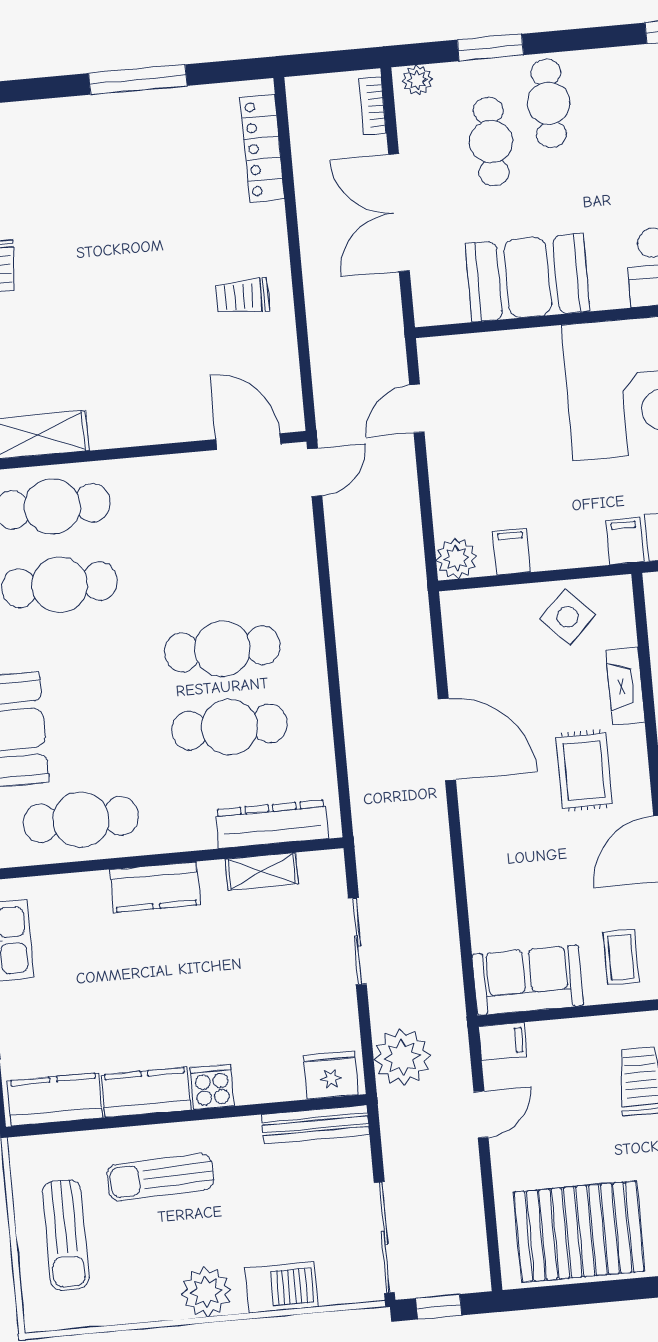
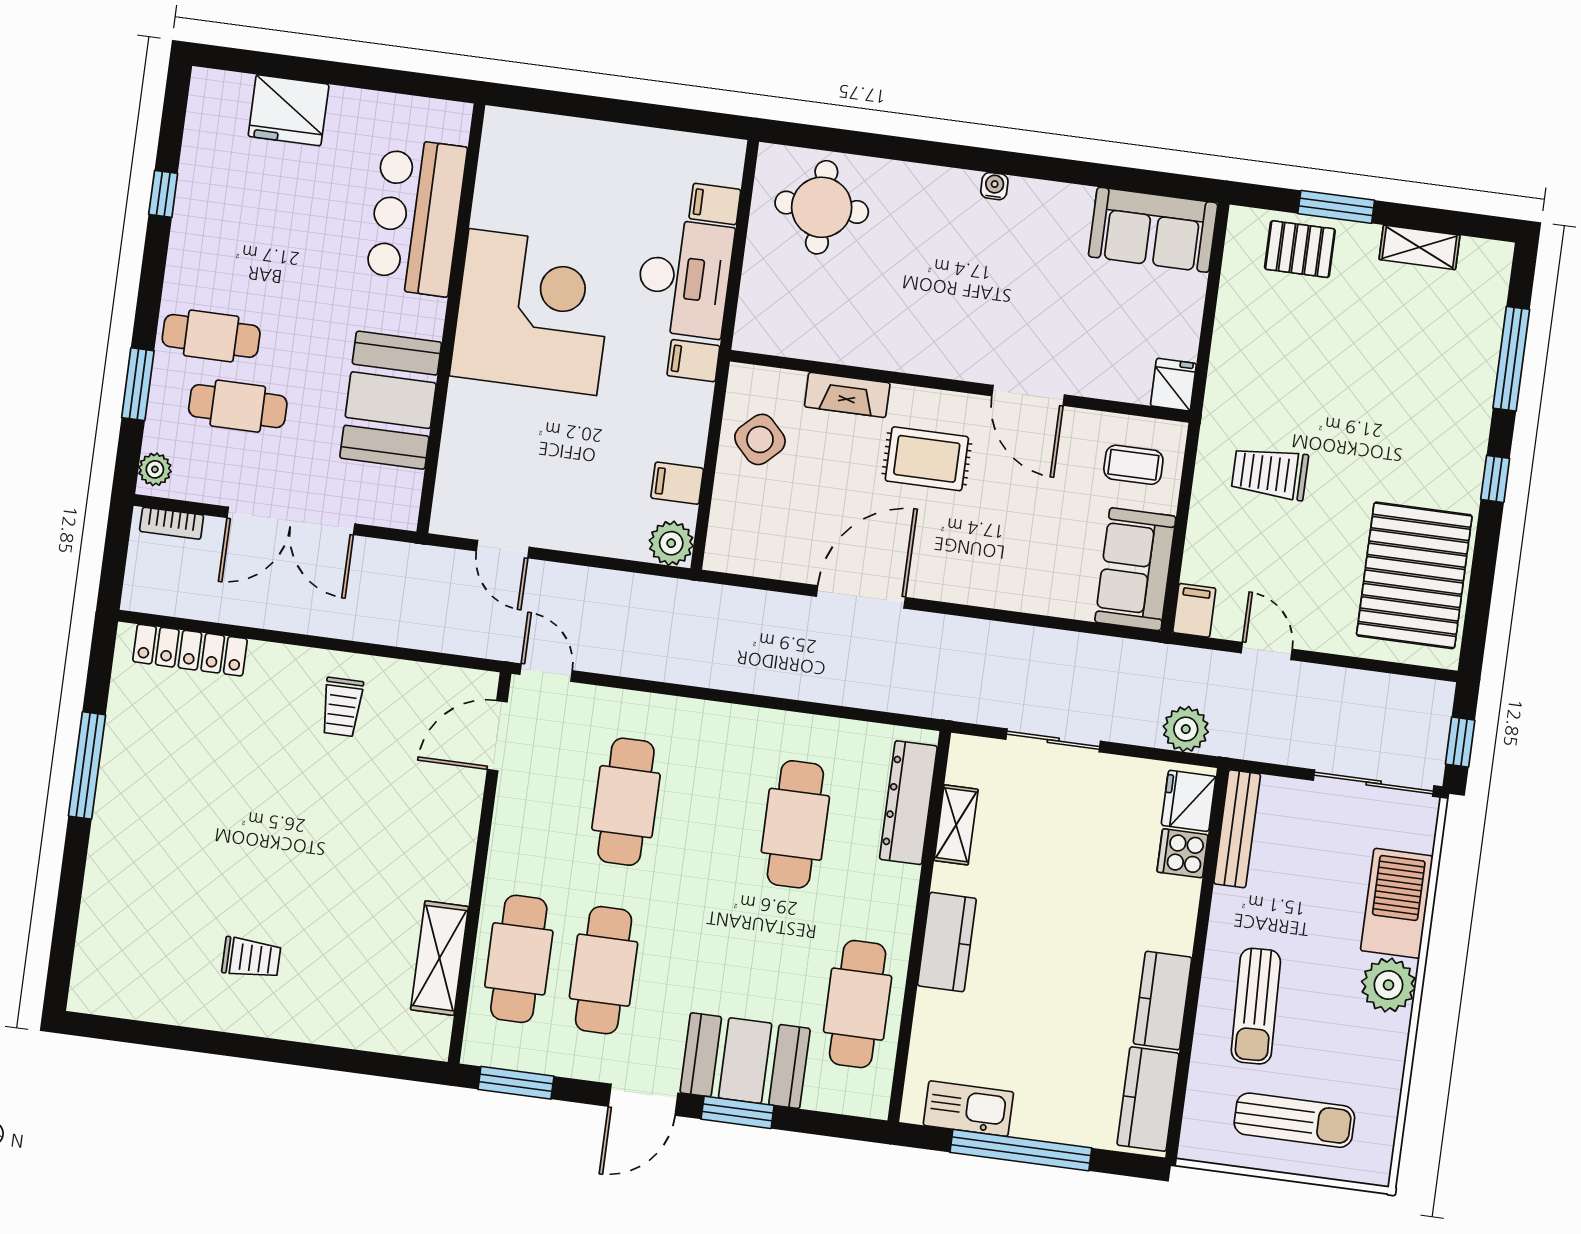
cafe table: (222, 649) -> (626, 802), moved
plant: (402, 1057) -> (1186, 729), width x0.73, depth x0.73
cooker: (212, 1087) -> (1183, 853), moved
barbecue: (282, 1287) -> (1397, 903), width x1.37, depth x1.21

